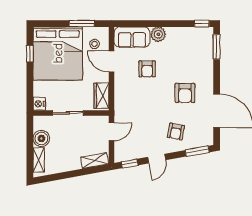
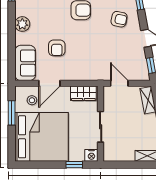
plant: (158, 34) -> (22, 24), moved
window: (30, 54) -> (74, 165), moved
armchair: (147, 69) -> (57, 48), turned 90
boiler: (41, 138) -> (126, 153), removed

